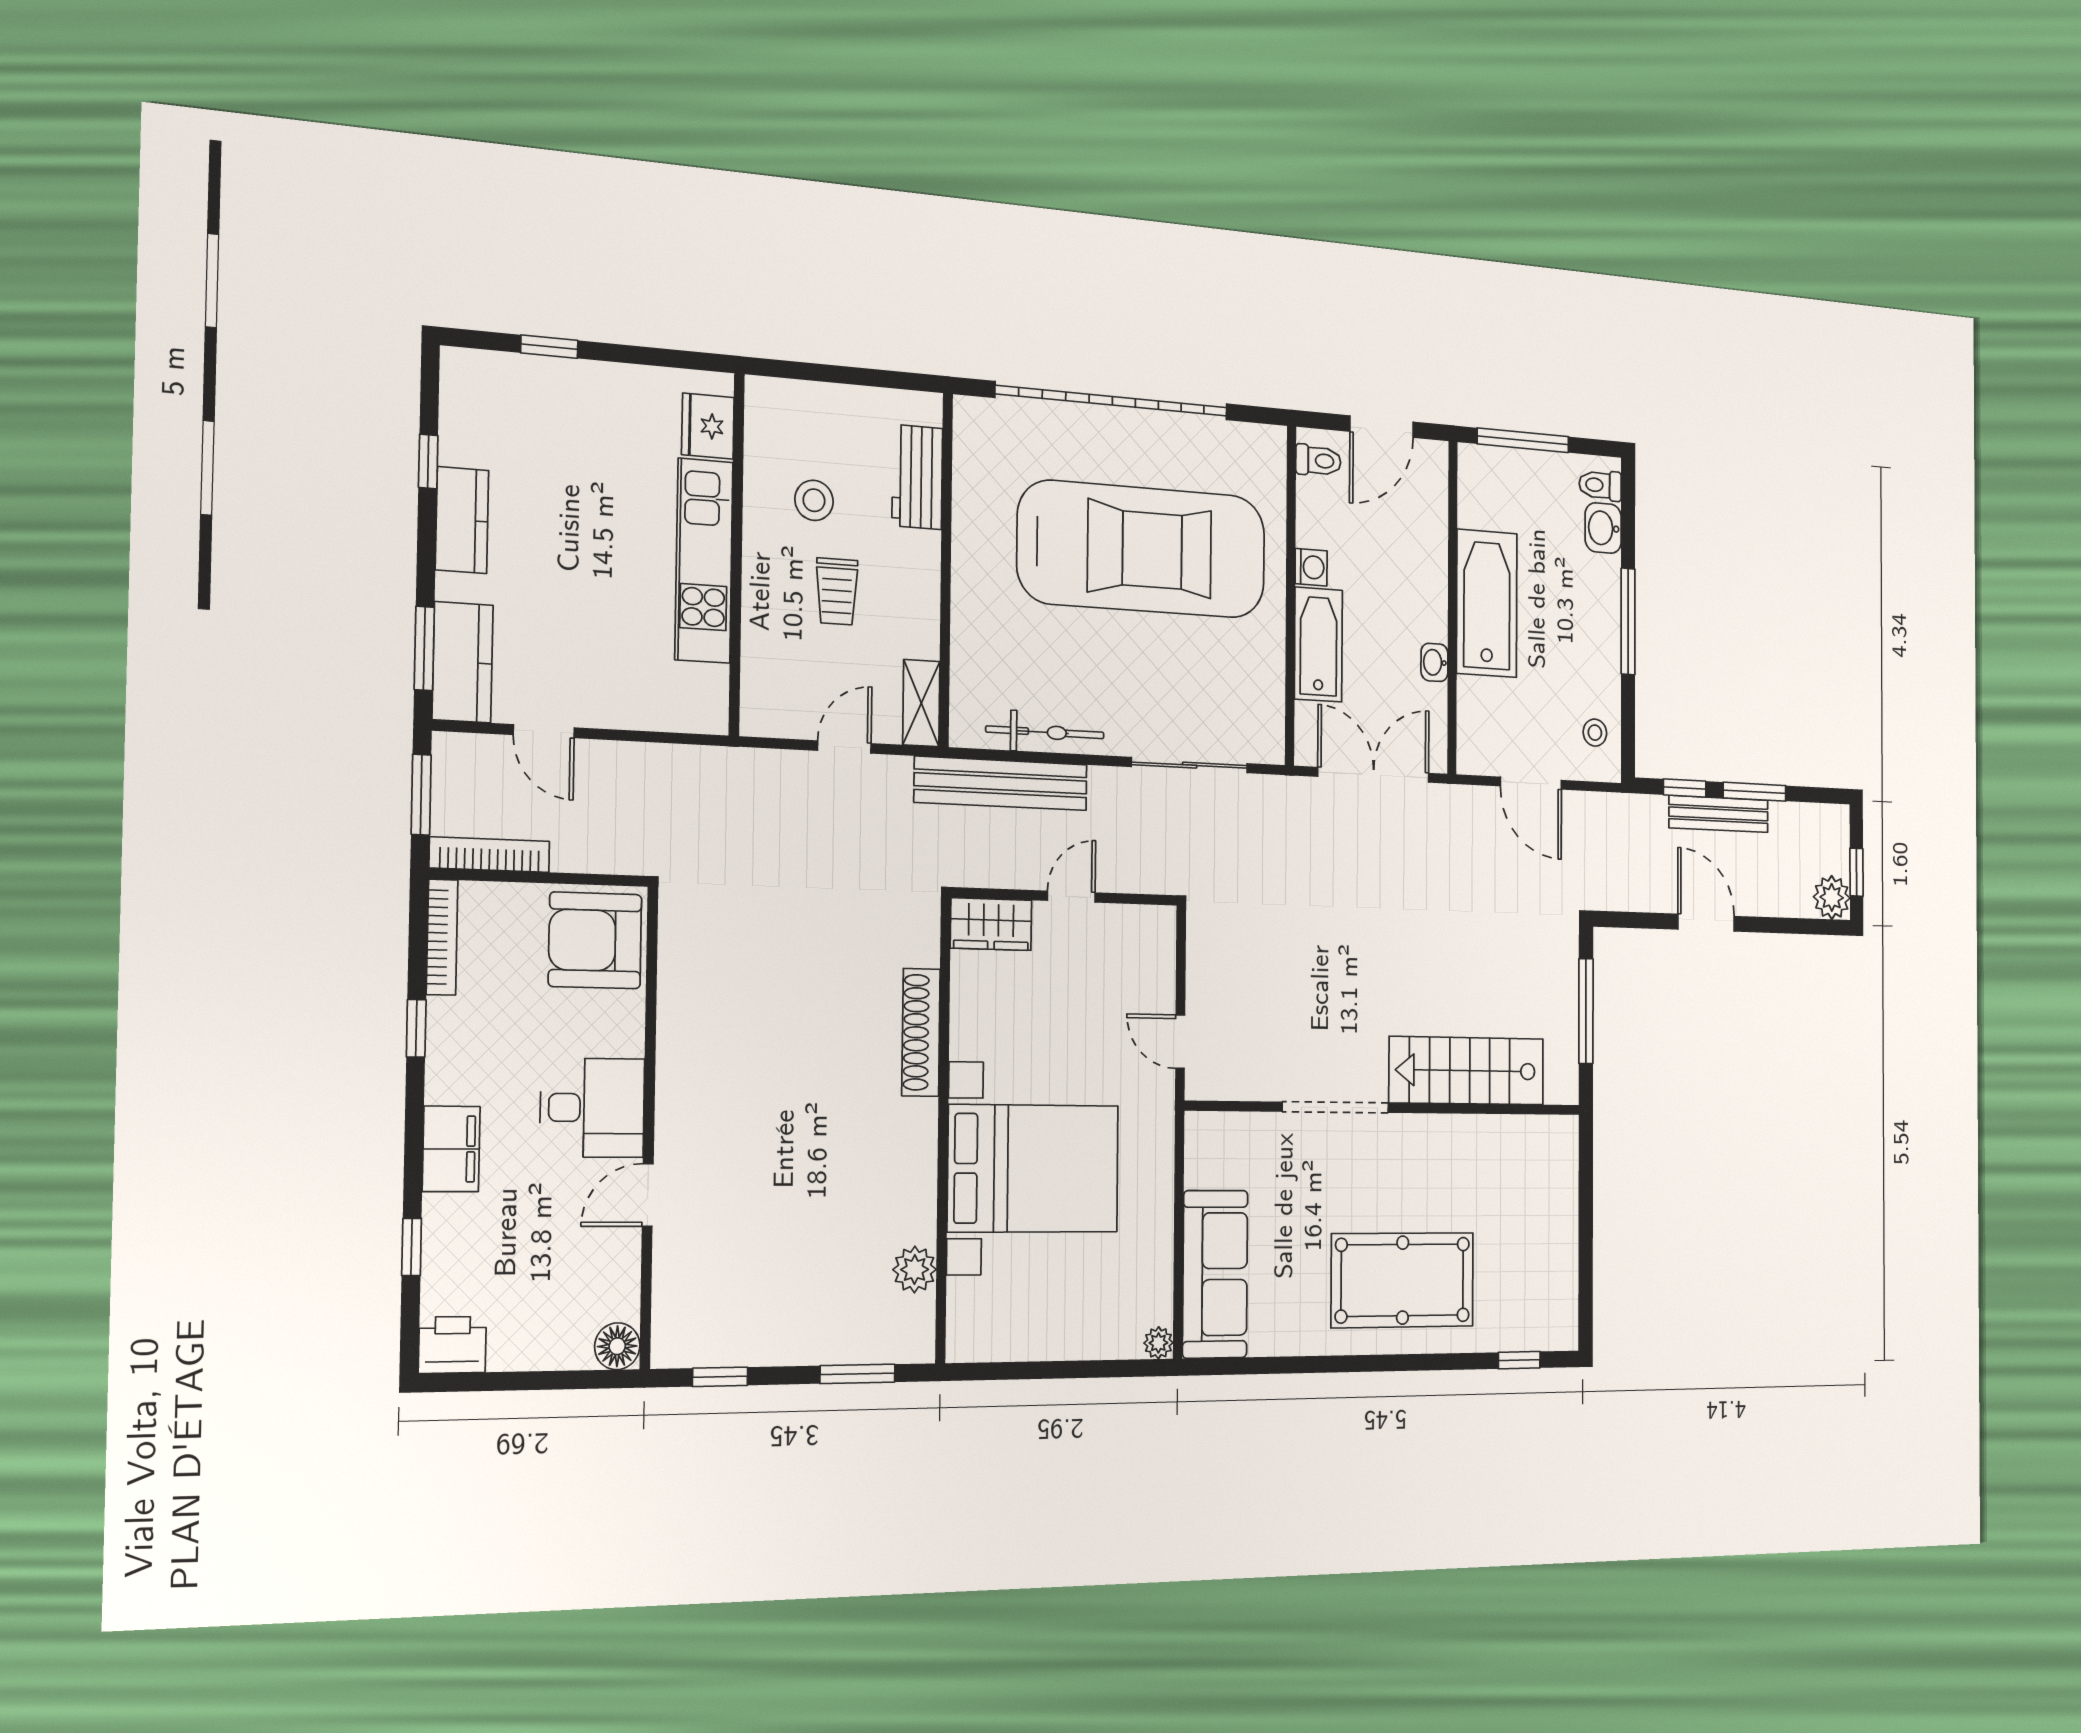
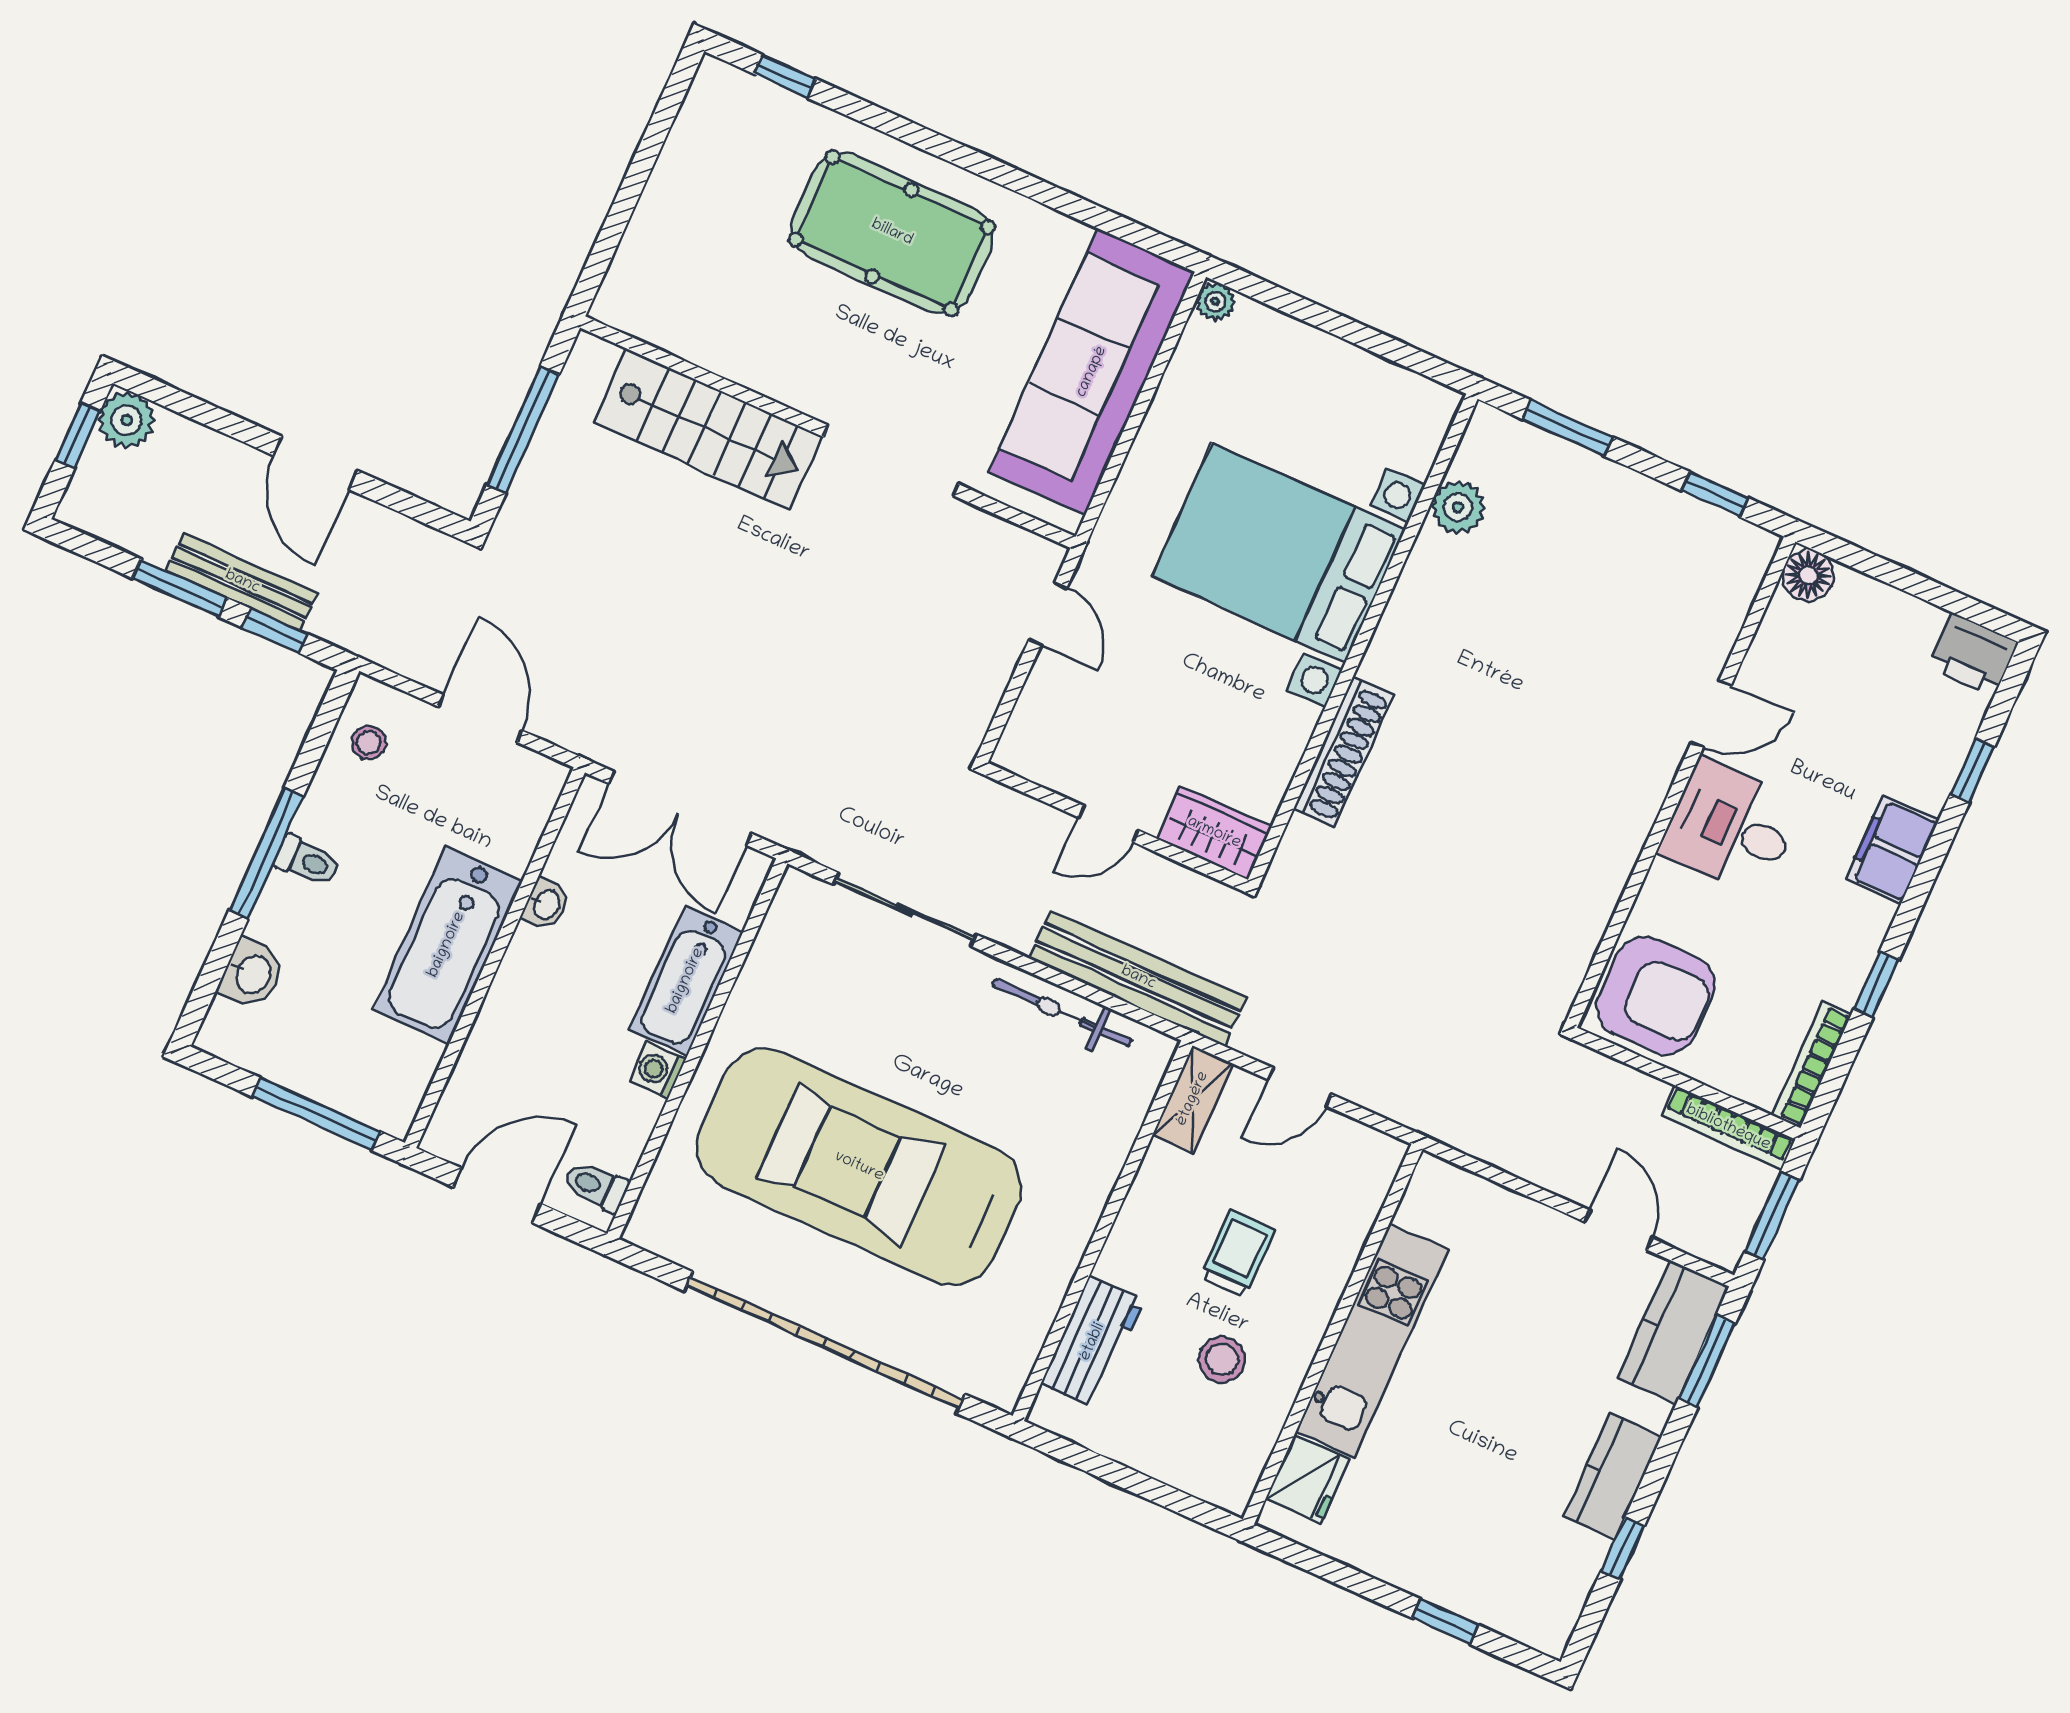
toilet: (1600, 485) -> (307, 861), moved
sofa: (1215, 1274) -> (1092, 372), width x1.36, depth x1.27

